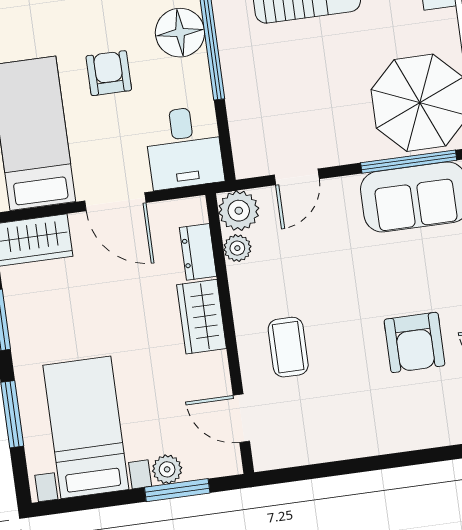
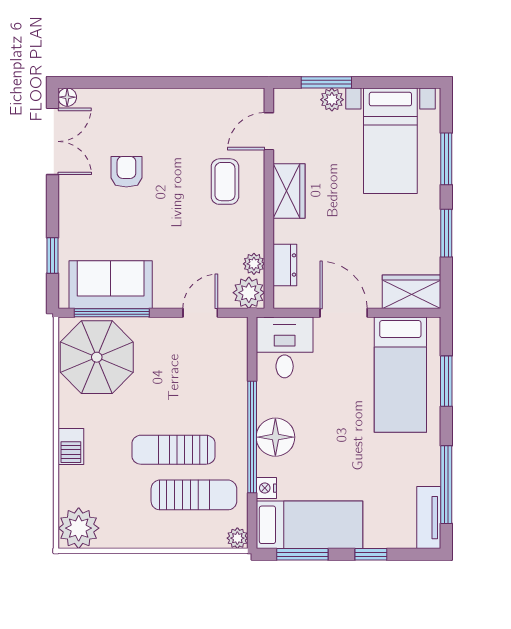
armchair: (109, 73) -> (335, 413), removed
wardrobe: (202, 317) -> (289, 191), moved
armchair: (414, 342) -> (126, 172), width x0.72, depth x0.72
door: (241, 418) -> (269, 131), swing flipped

